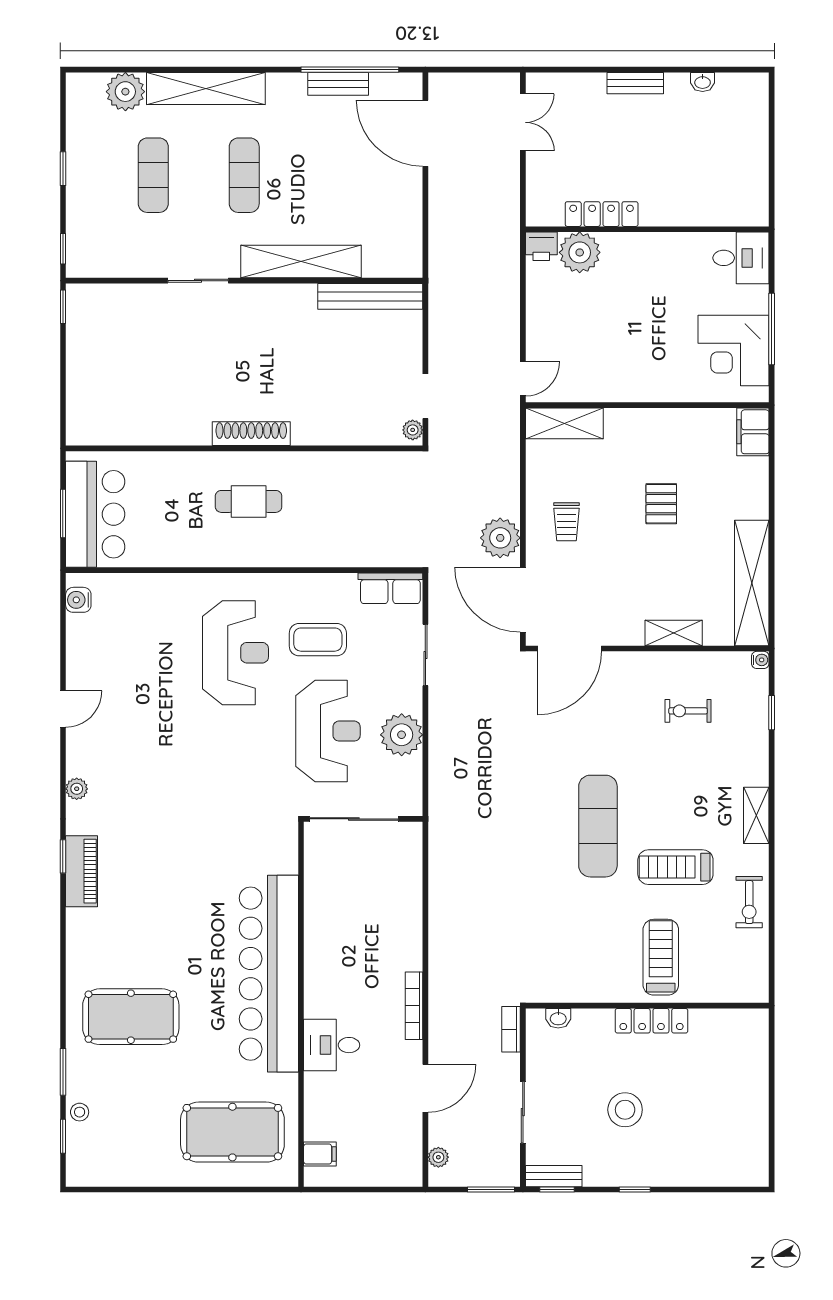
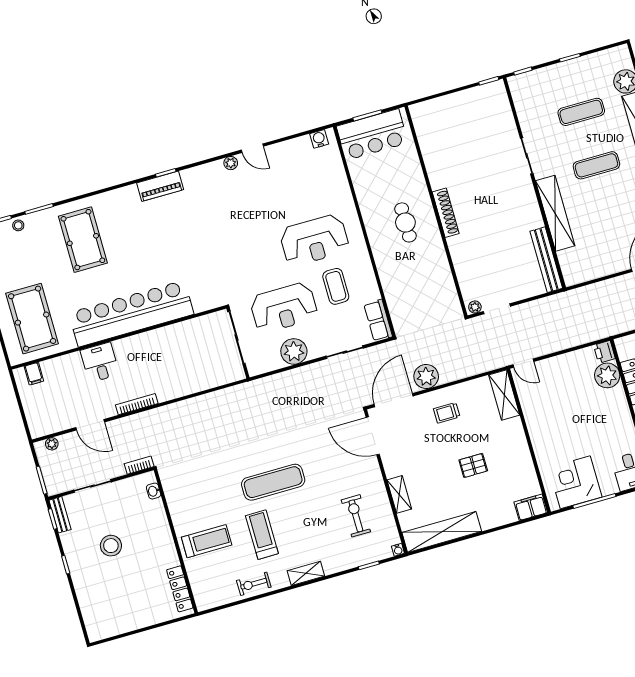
exercise bike: (688, 711) -> (356, 516), width x1.38, depth x1.39
plant: (77, 789) -> (231, 163), moved
locker: (652, 1021) -> (180, 589), moved

